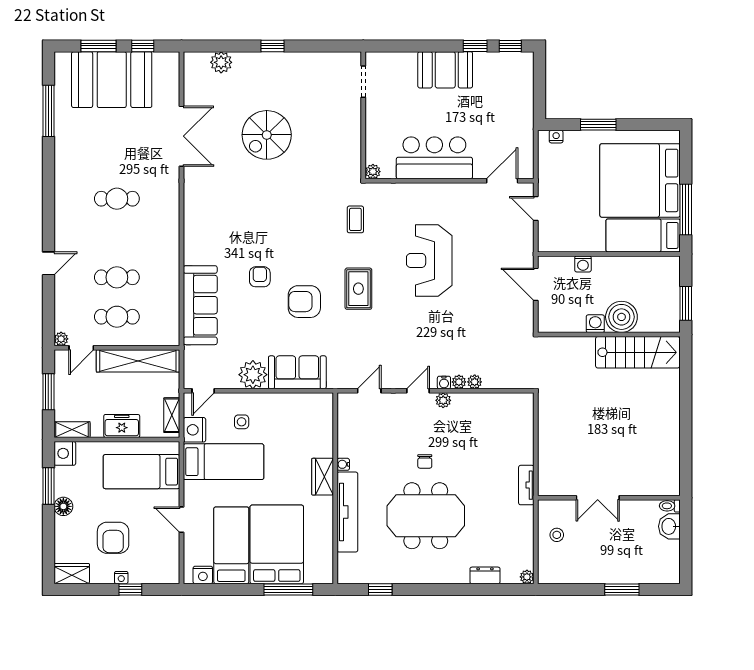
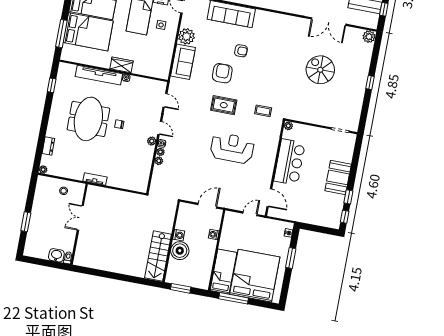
plant: (221, 62) -> (369, 37), moved

